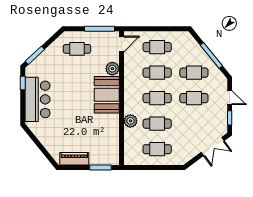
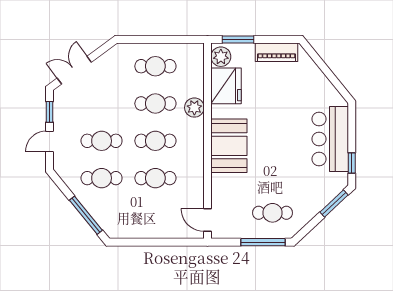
window: (100, 29) -> (263, 242), moved
door: (121, 44) -> (208, 220), hinge flipped
cafe table: (157, 47) -> (155, 215), removed
window: (211, 55) -> (86, 215), moved
plant: (112, 69) -> (221, 57), moved
door: (230, 98) -> (49, 142), hinge flipped
fridge: (109, 136) -> (226, 86), added

